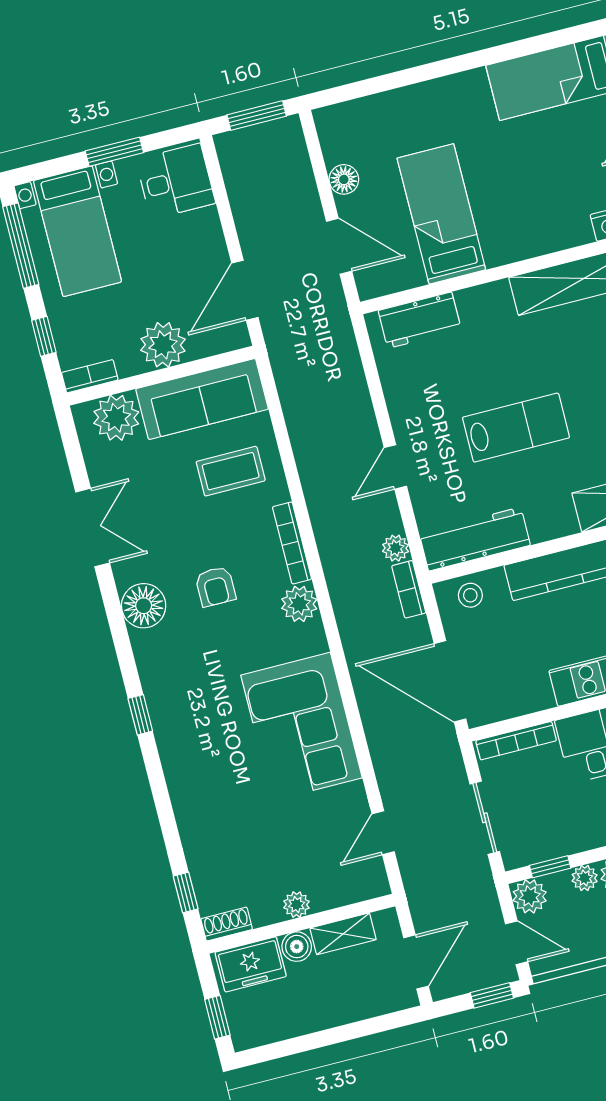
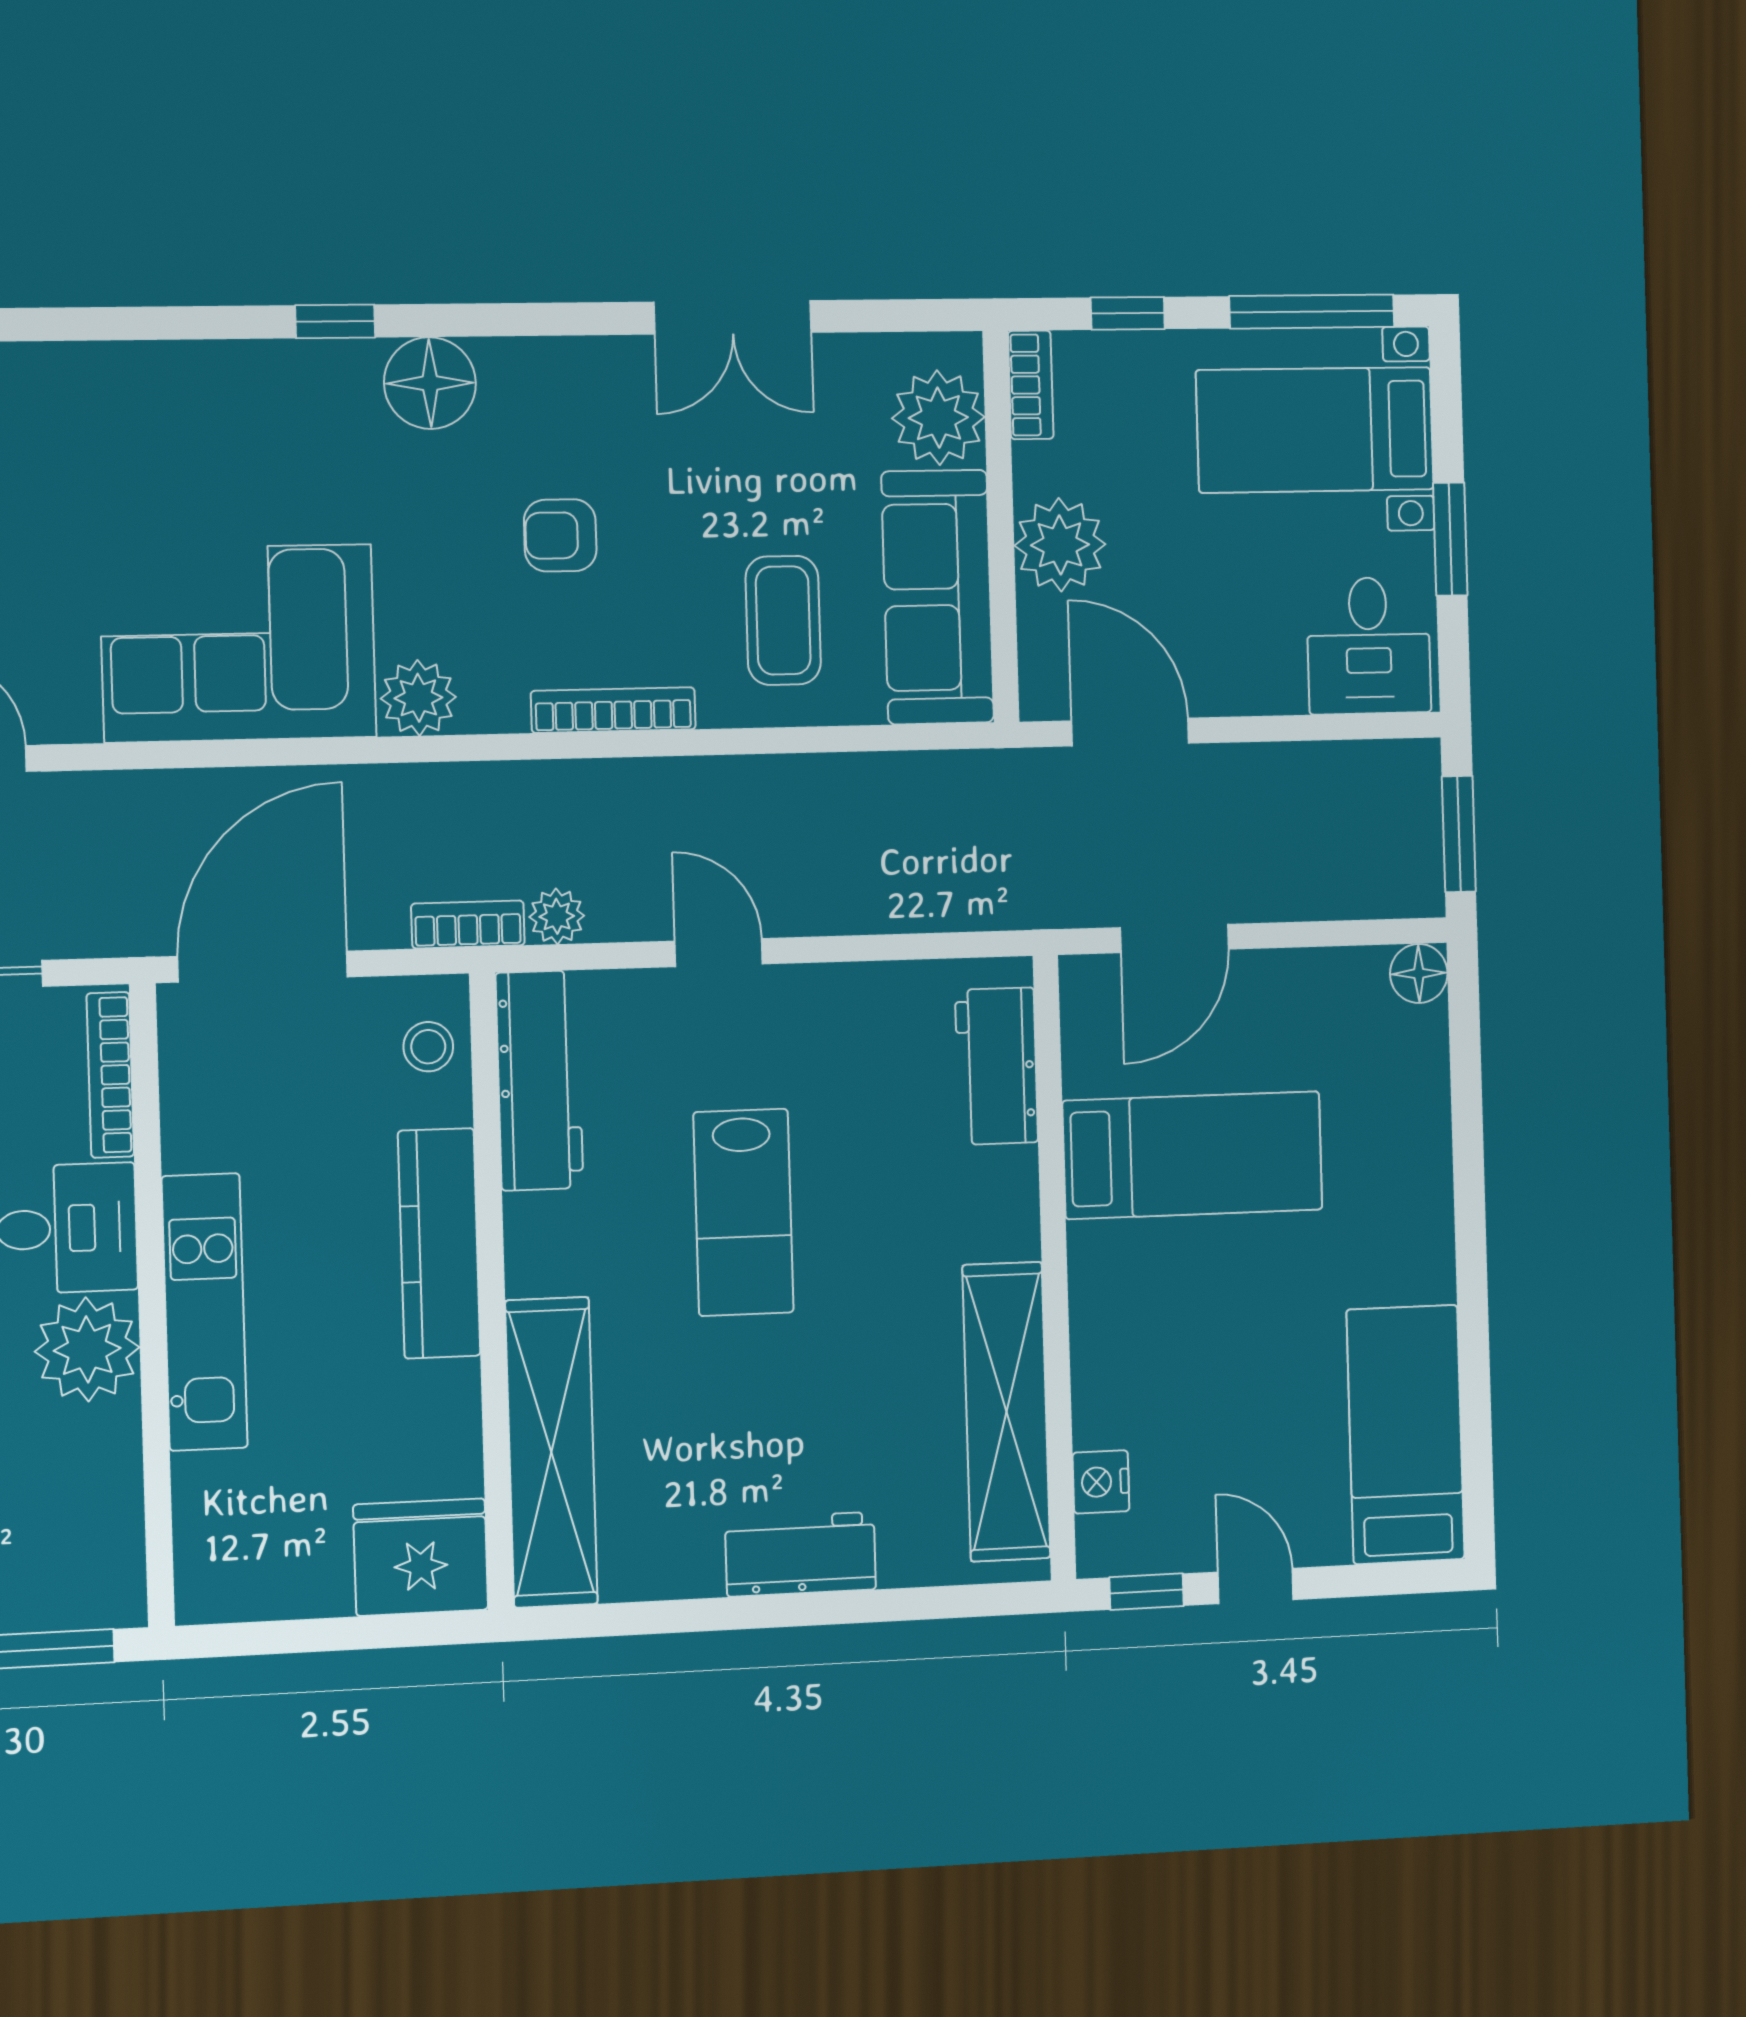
floor lamp: (344, 179) -> (1419, 973), moved
plant: (299, 604) -> (418, 698), moved
floor lamp: (144, 606) -> (430, 383), moved

